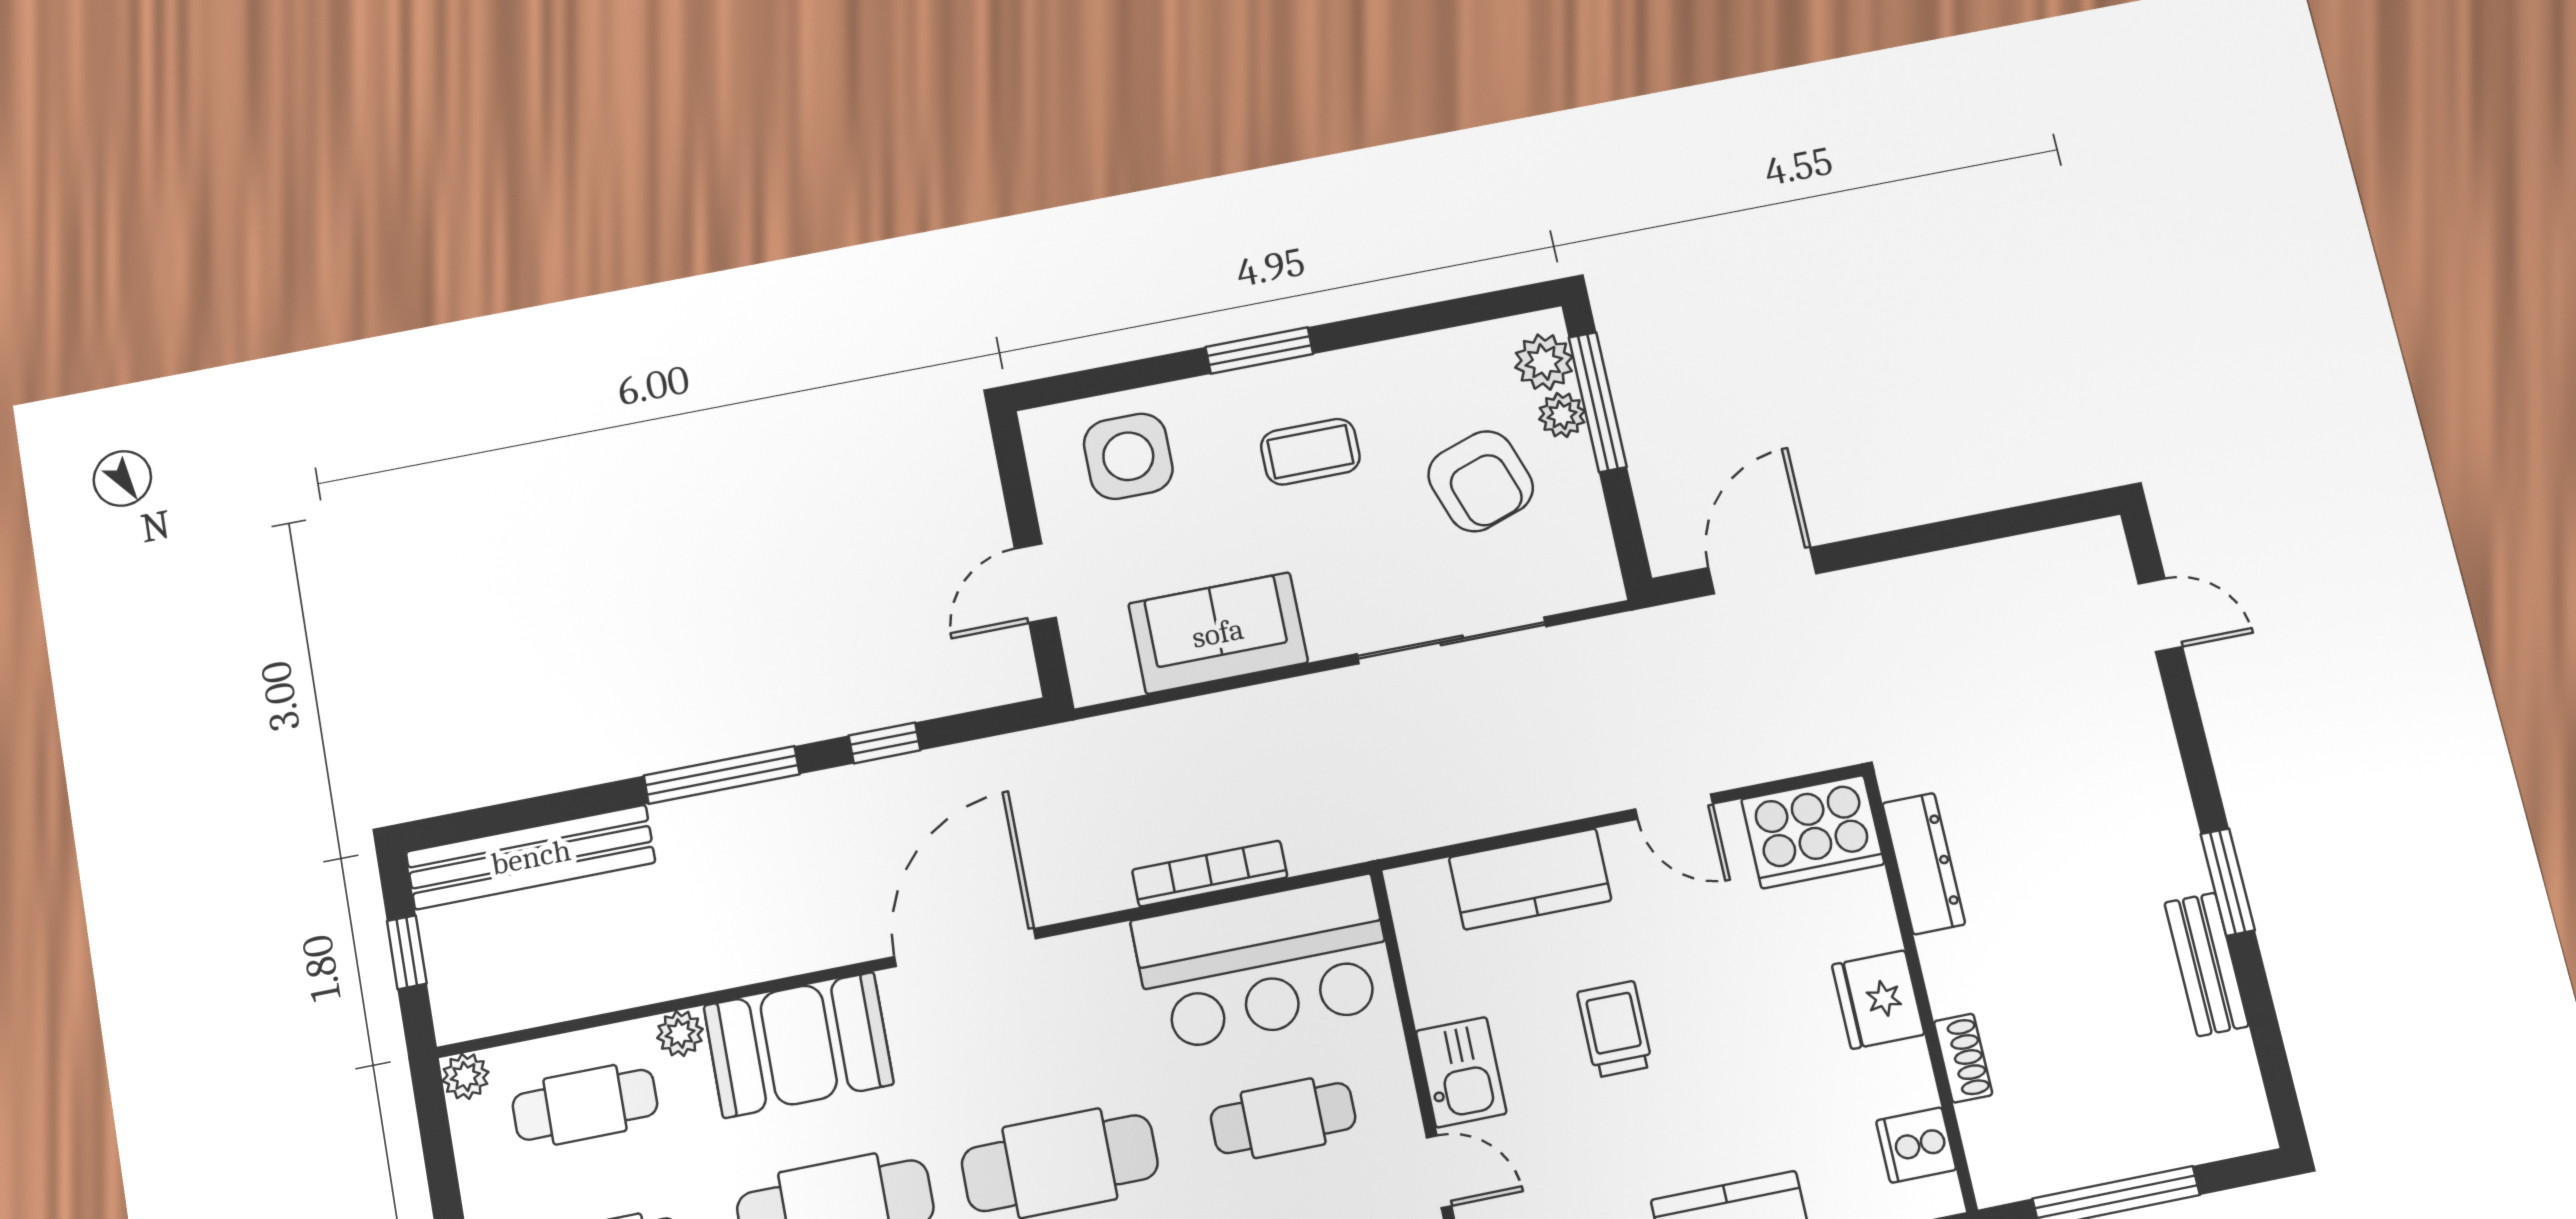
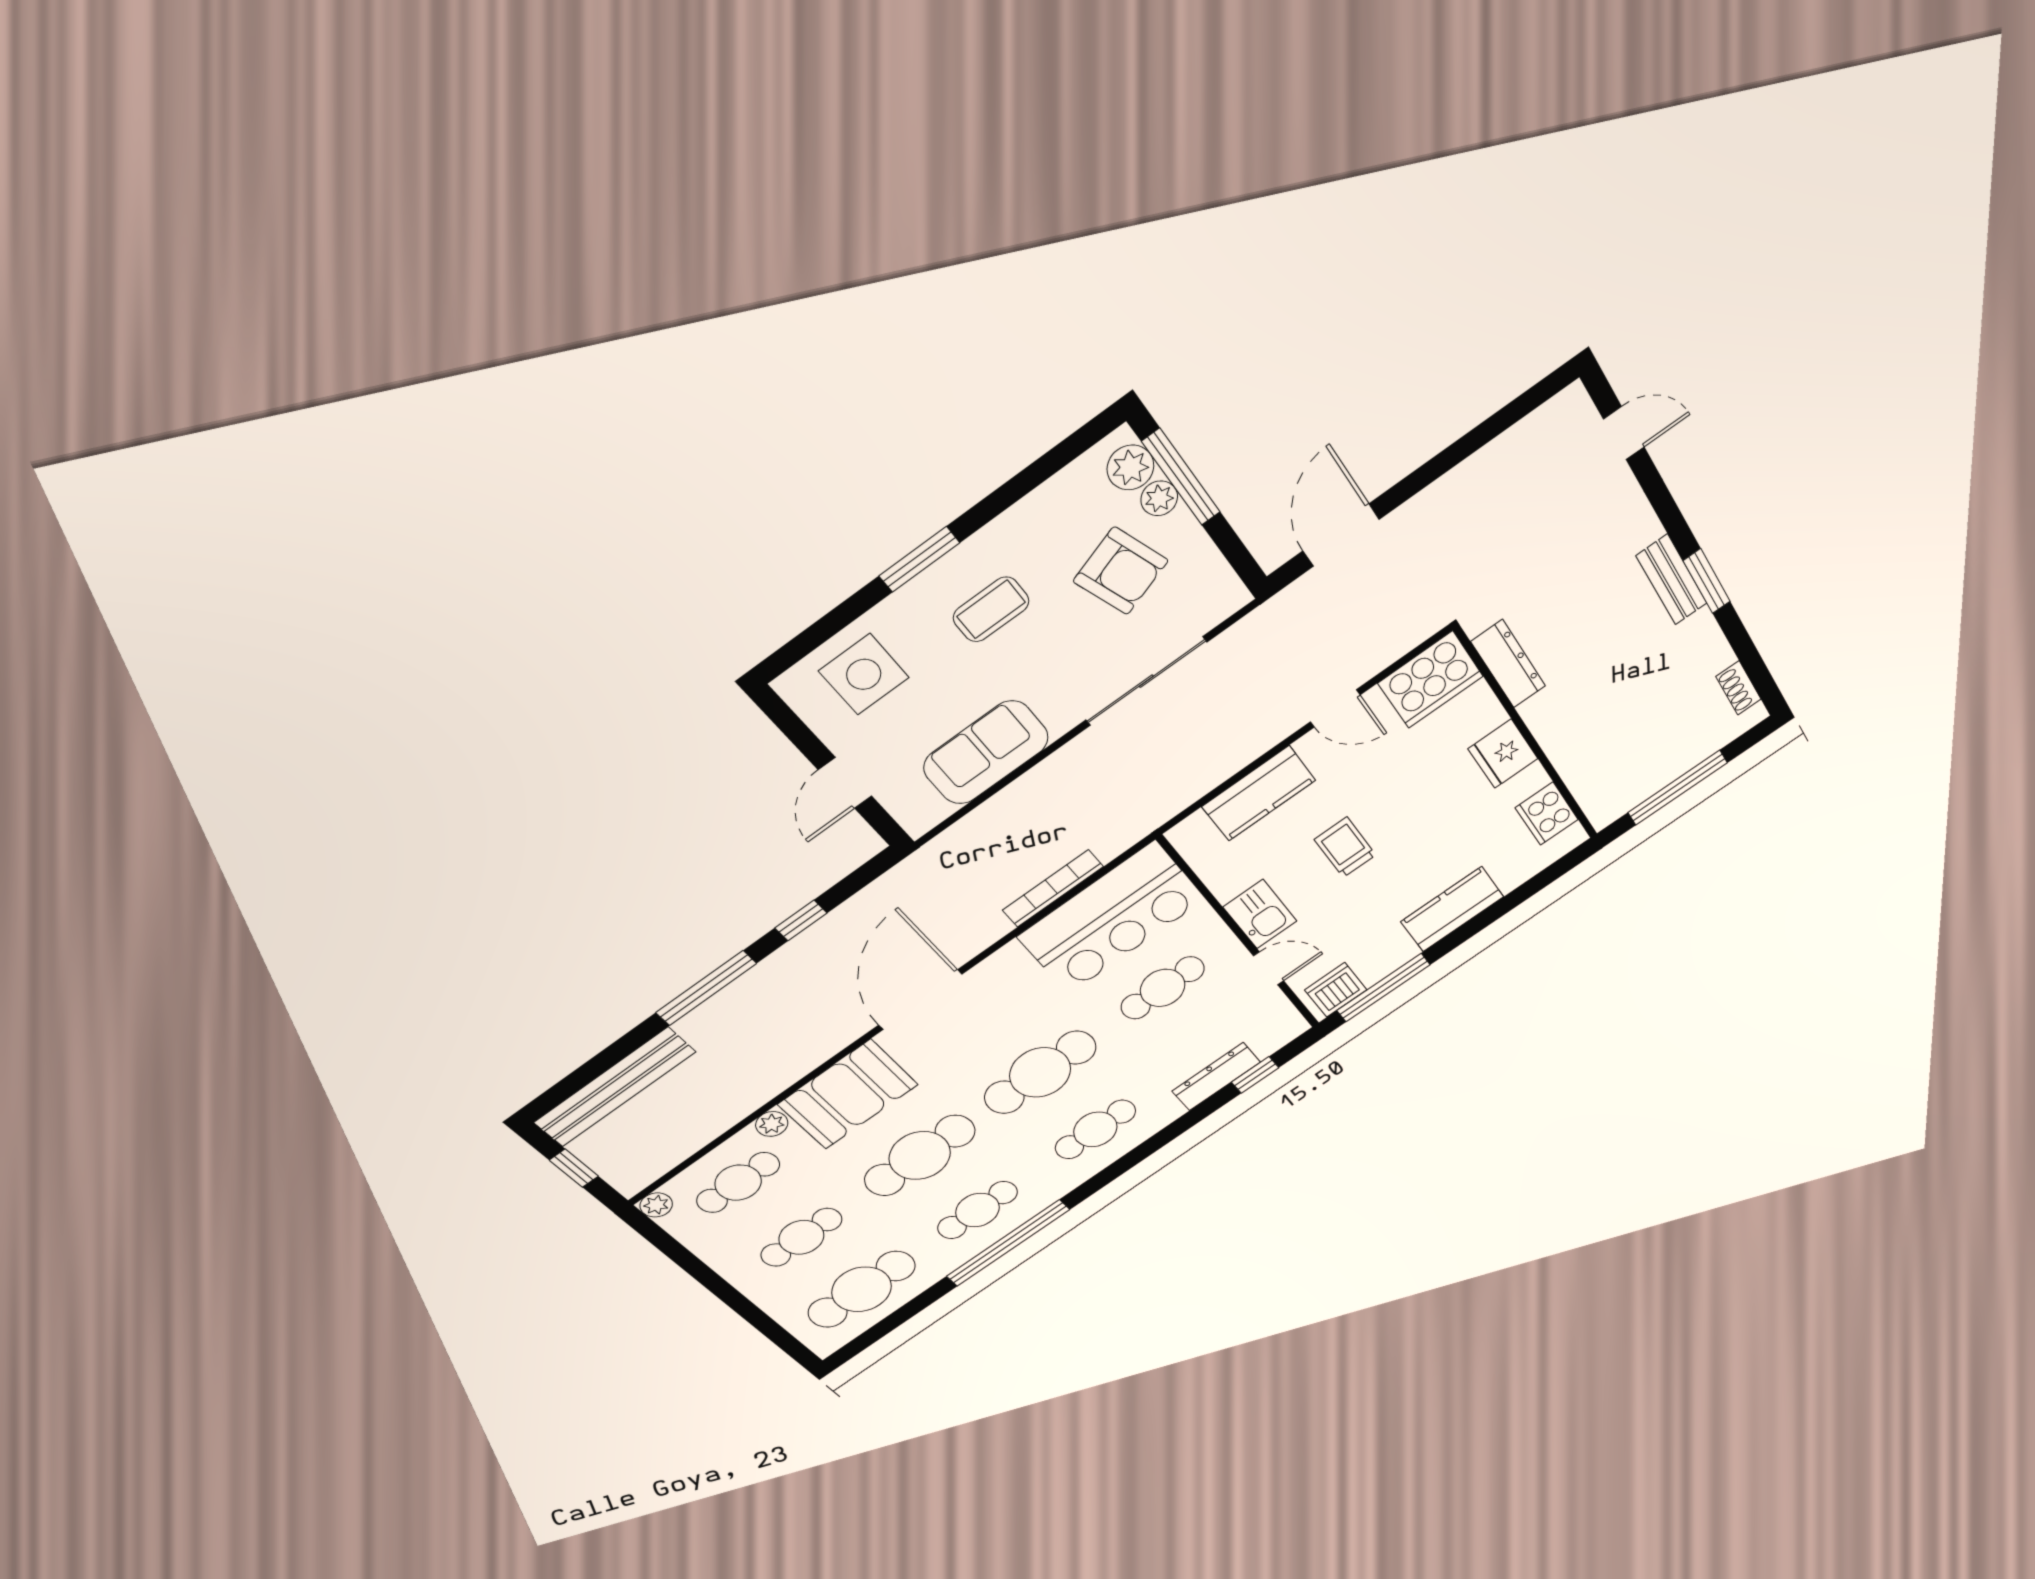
bench: (2206, 964) -> (1672, 580), moved
shoe rack: (1963, 1058) -> (1738, 688), moved, turned 180
cooker: (1916, 1145) -> (1547, 814), width x1.36

